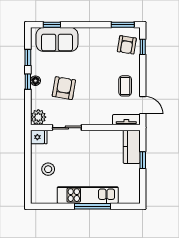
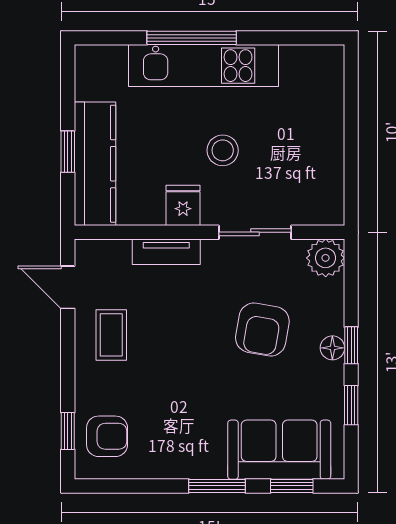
window: (123, 25) -> (217, 486), moved
armchair: (127, 45) -> (107, 436), turned 81
tv unit: (126, 120) -> (166, 252), moved
fridge: (39, 137) -> (183, 205), moved, turned 90
kitchen counter: (132, 147) -> (95, 164), width x1.50
stool: (48, 169) -> (223, 150), moved

